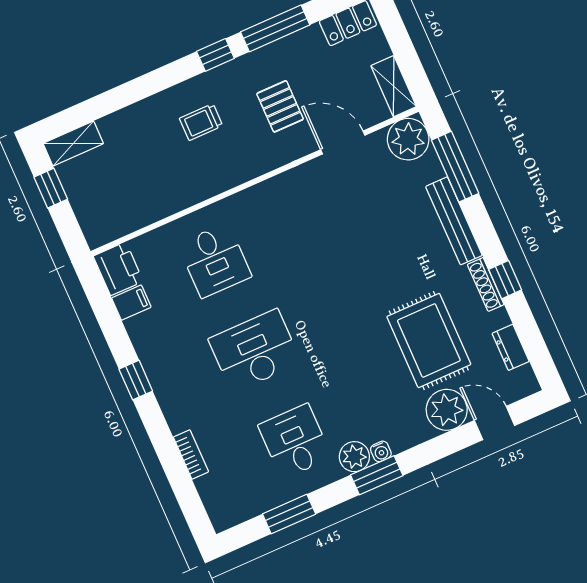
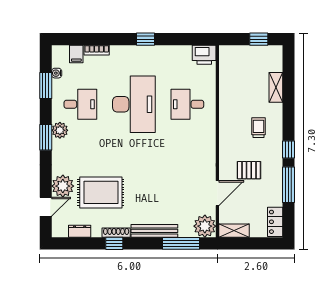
shelving: (73, 143) -> (276, 87), moved
filing cabinet: (131, 303) -> (76, 54), moved
desk: (255, 351) -> (134, 104), width x1.36, depth x1.30
water cooler: (381, 451) -> (57, 73), moved

